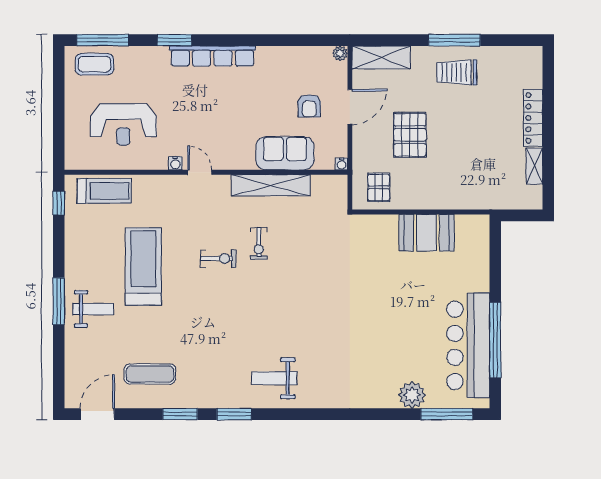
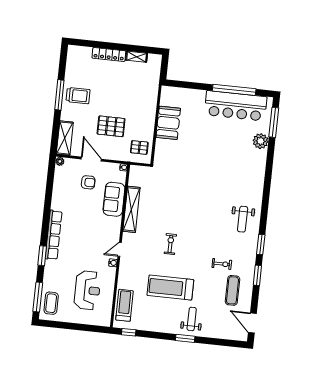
trolley: (457, 72) -> (78, 96), turned -90
exercise bike: (259, 243) -> (222, 264), moved
window: (59, 301) -> (185, 338), width x0.69

